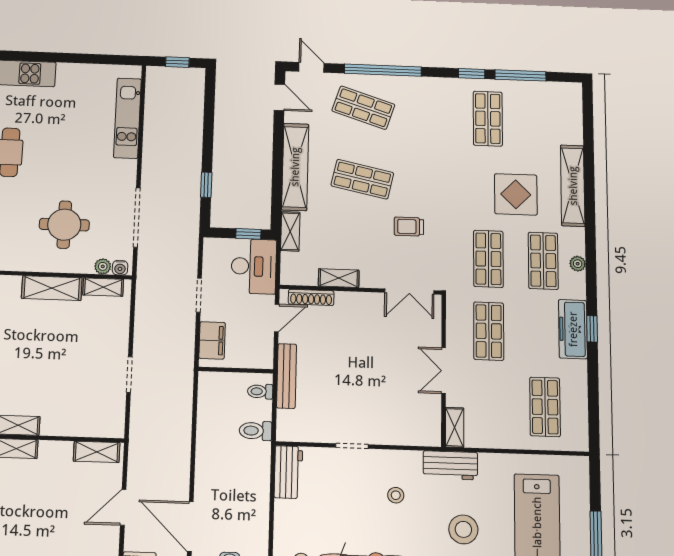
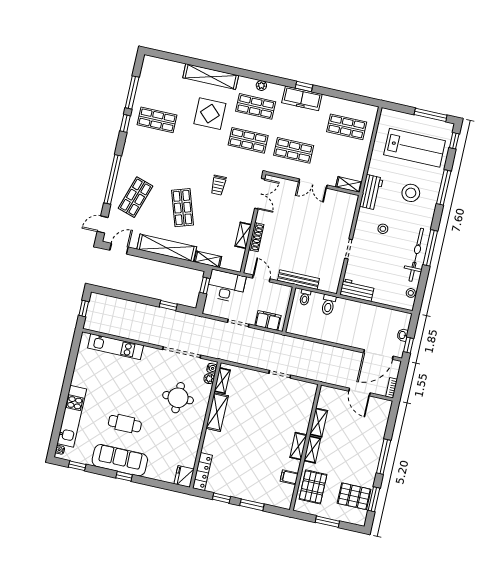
shop shelf: (362, 179) -> (182, 208), turned -30
shoe rack: (311, 297) -> (256, 237), moved
shelving: (97, 452) -> (319, 423), moved

